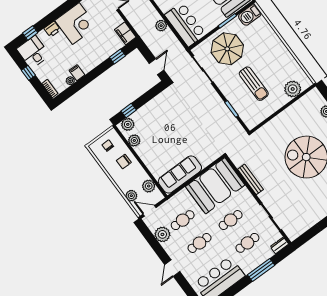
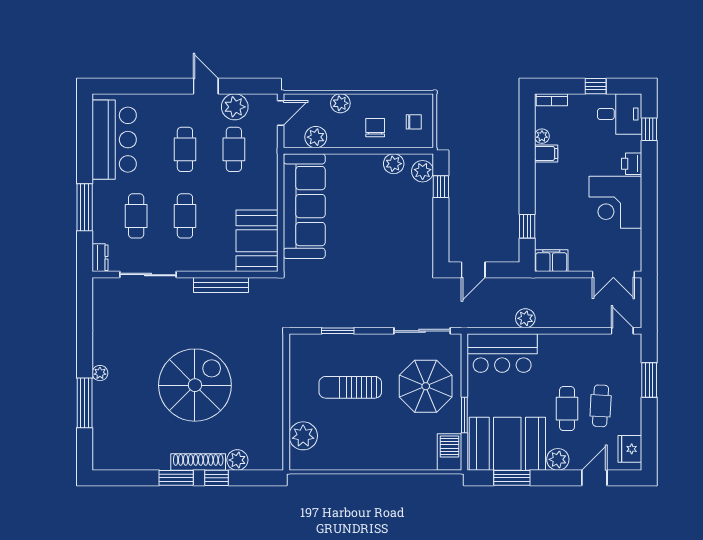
door: (156, 67) -> (473, 270), hinge flipped
sofa: (180, 175) -> (304, 206), width x1.36, depth x1.27
booth: (215, 186) -> (257, 241), width x0.73, depth x0.70
plant: (131, 196) -> (340, 103), moved
door: (172, 268) -> (206, 86), moved

